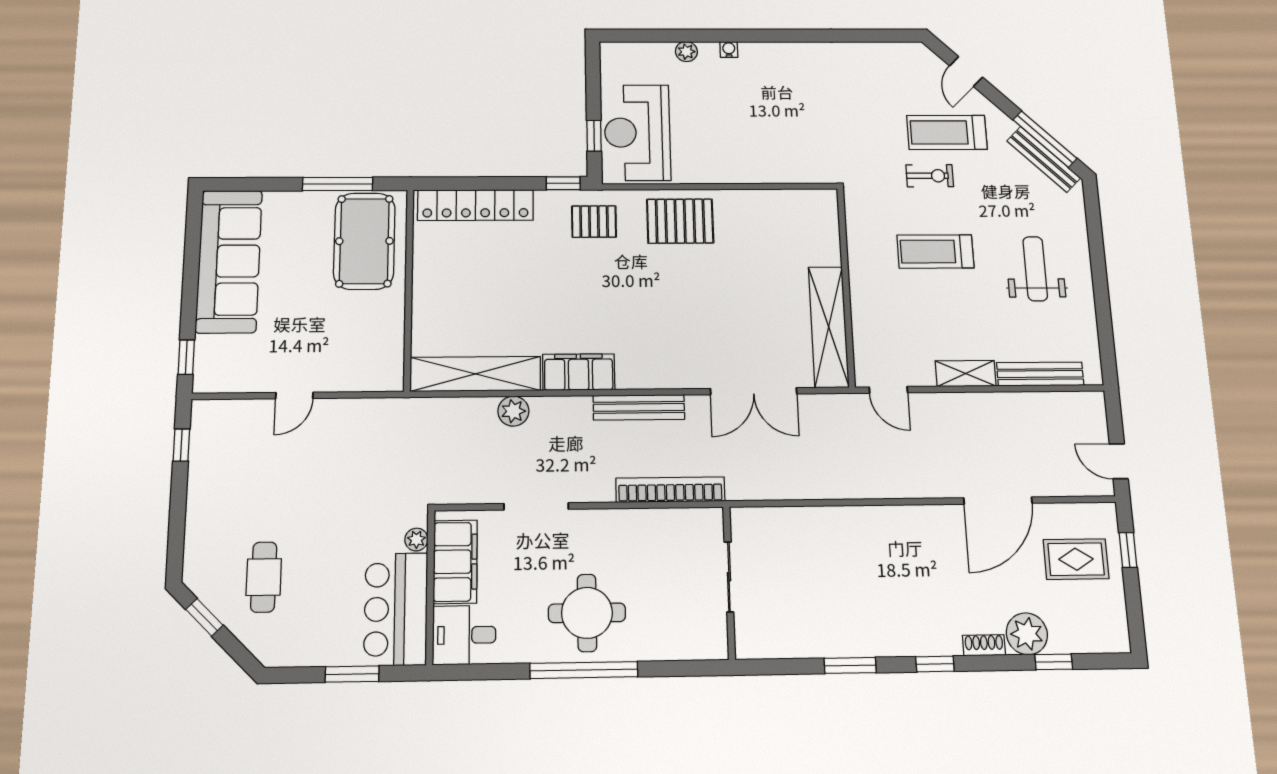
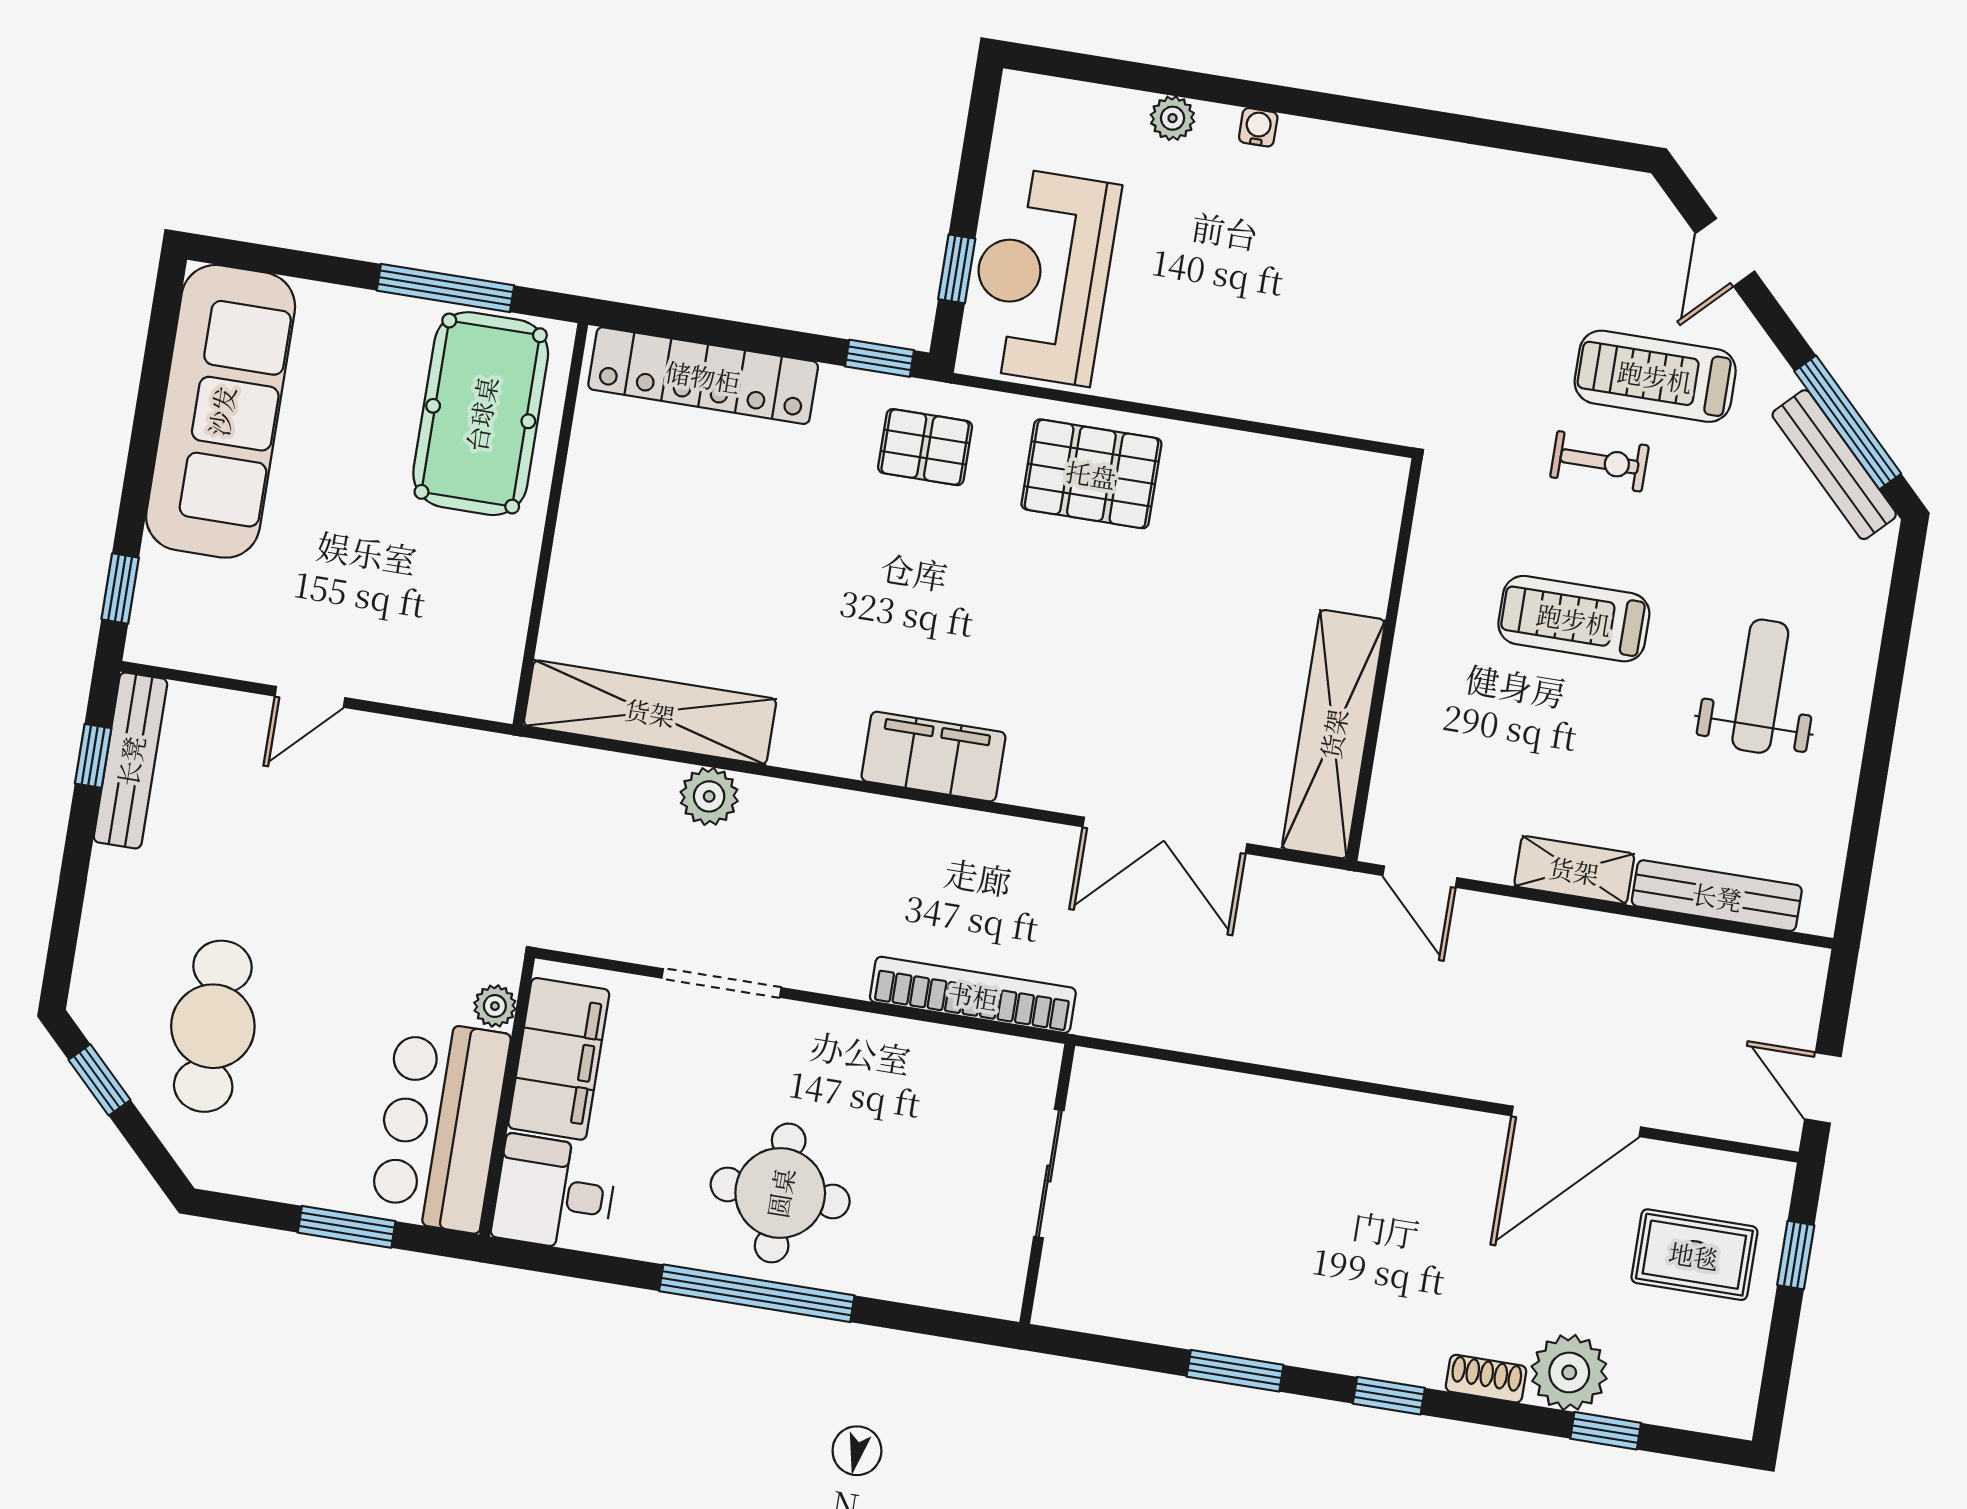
filing cabinet: (579, 372) -> (933, 757), moved
bench: (639, 407) -> (130, 761), moved, turned 90
cafe table: (264, 577) -> (213, 1026), width x1.37, depth x1.35

